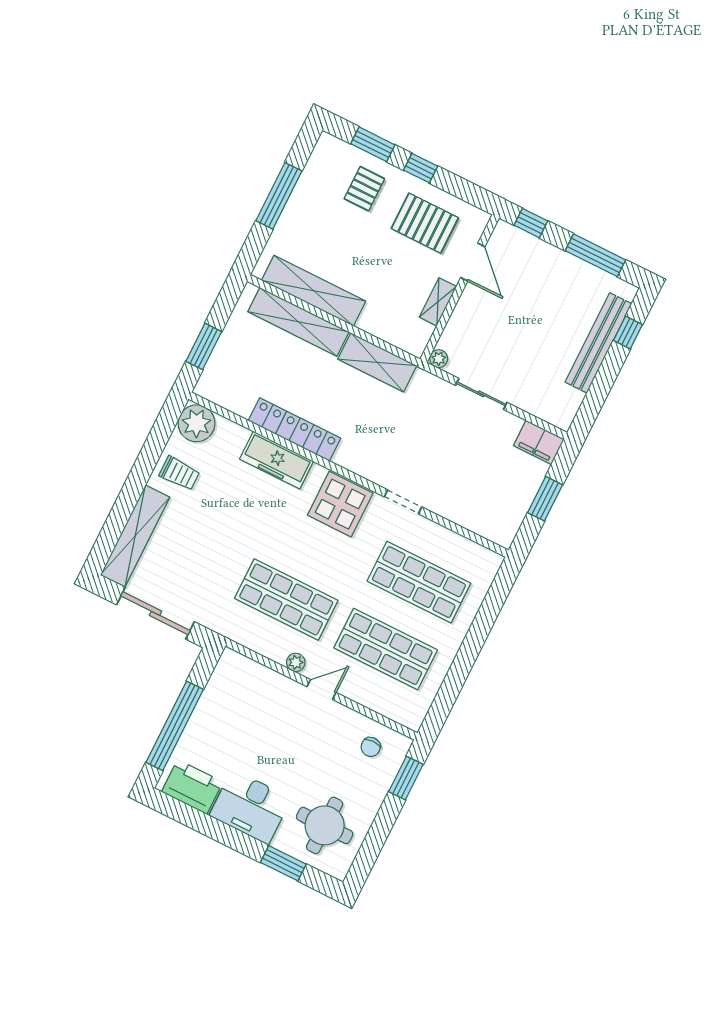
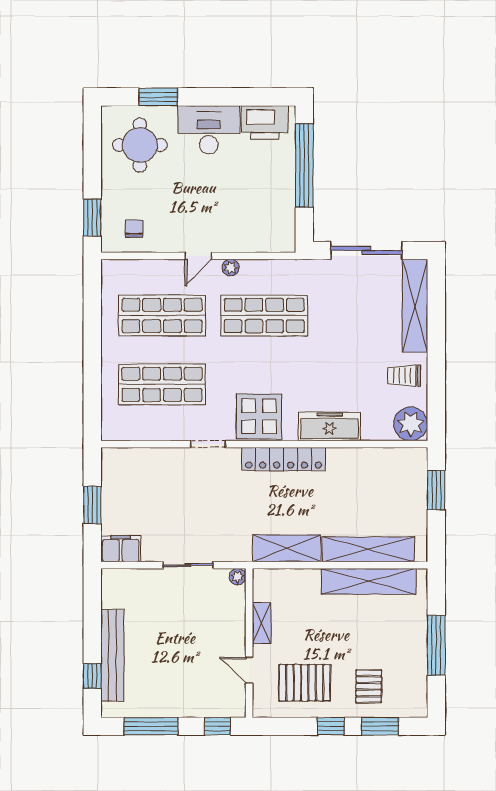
door: (473, 262) -> (249, 670), width x0.73
locker: (295, 429) -> (284, 459), moved

